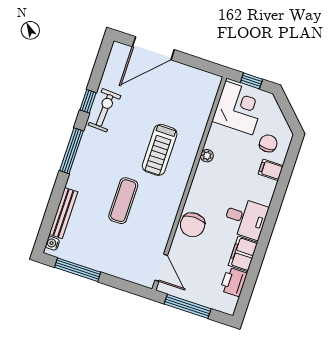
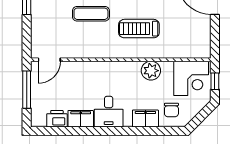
chair: (268, 143) -> (171, 110), turned 90
plant: (207, 156) -> (151, 71), width x1.88, depth x1.88
filing cabinet: (271, 170) -> (145, 118), width x2.00
chair: (193, 225) -> (90, 73), removed

